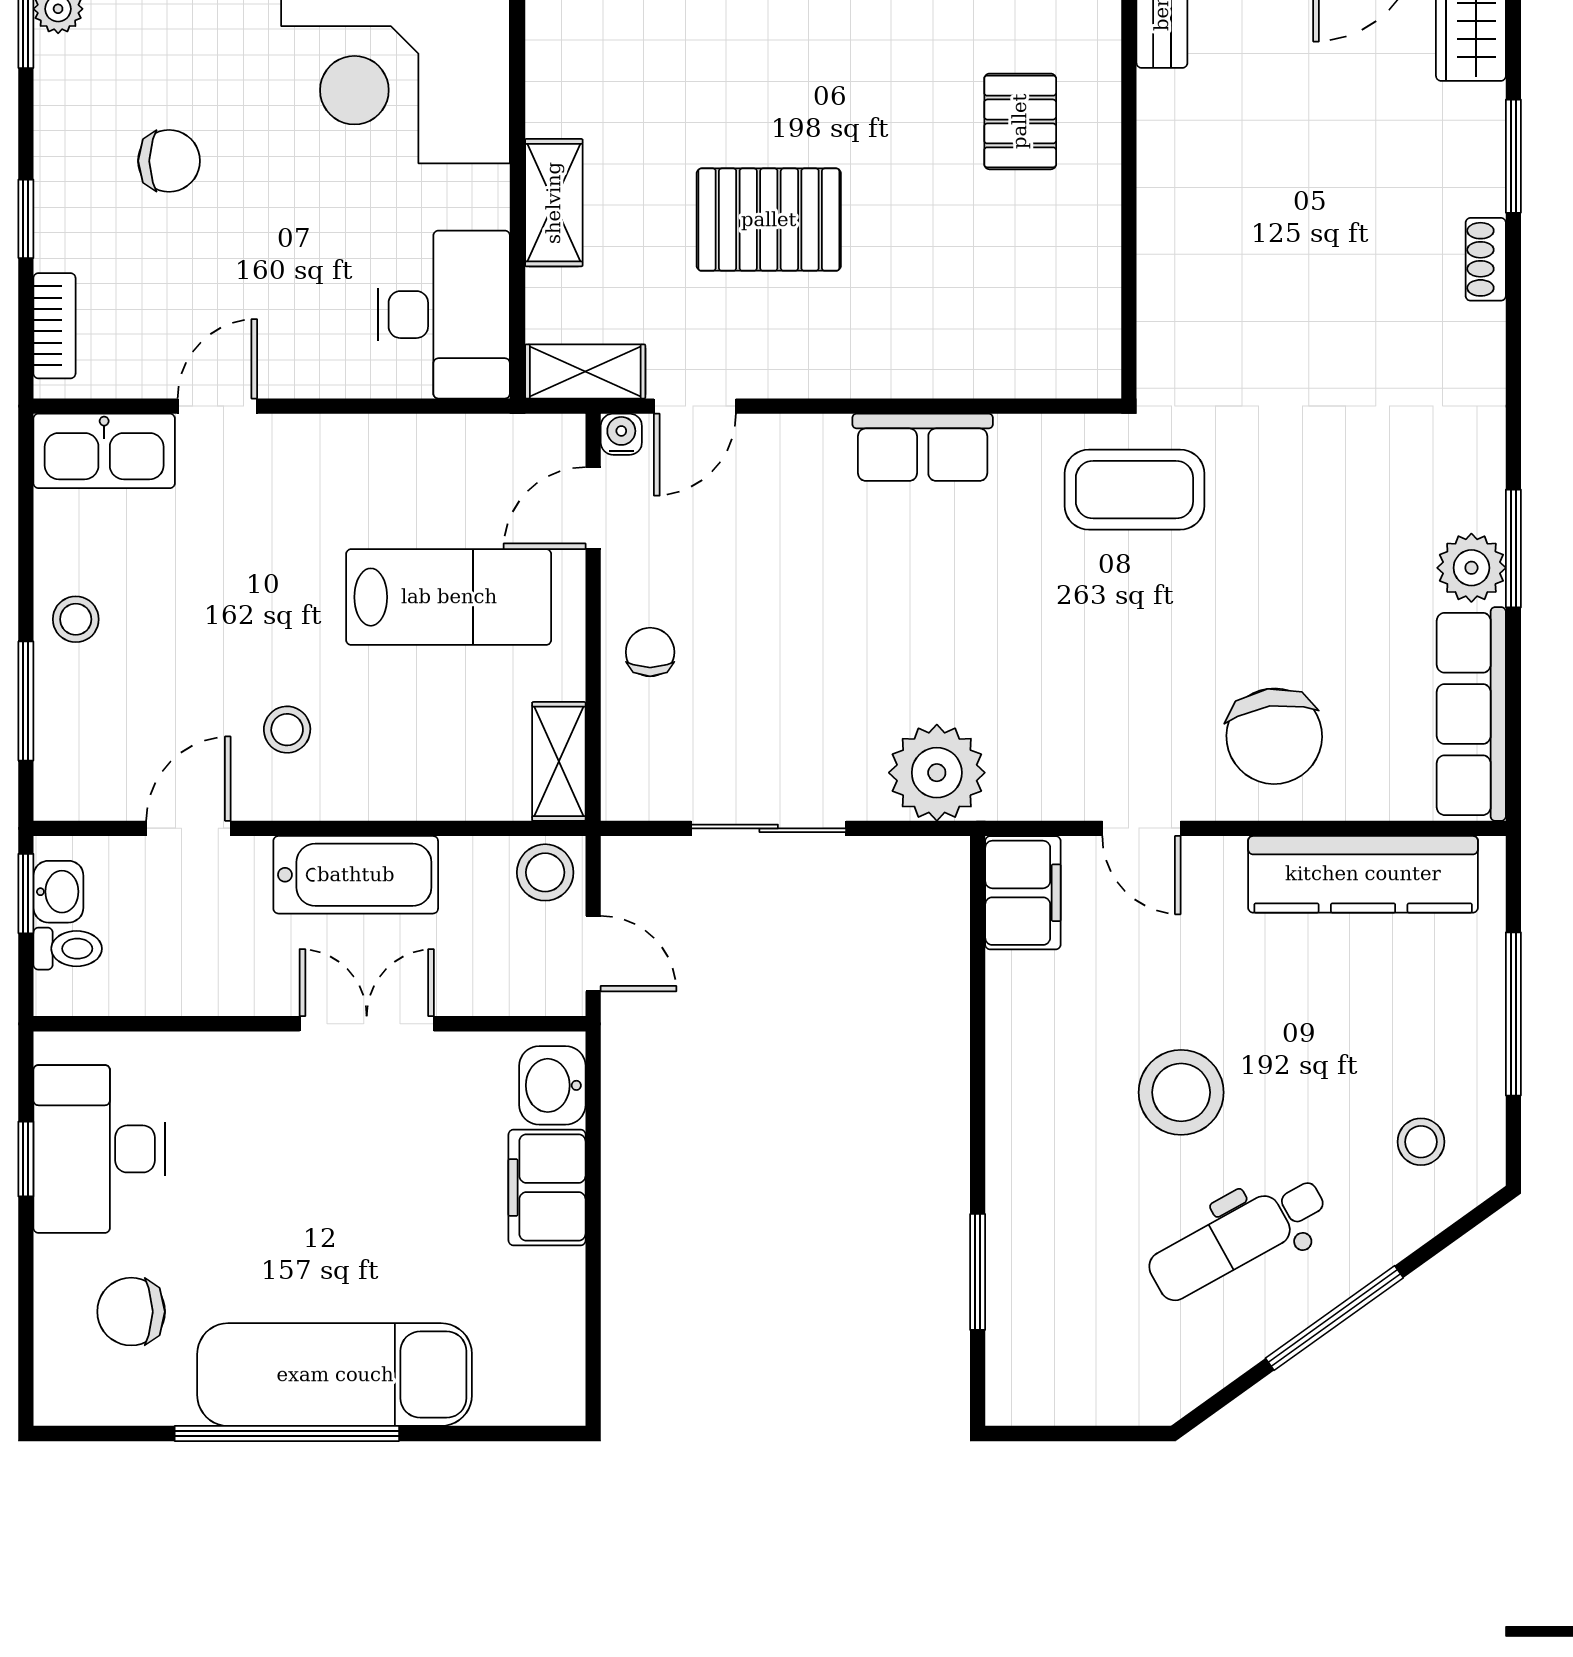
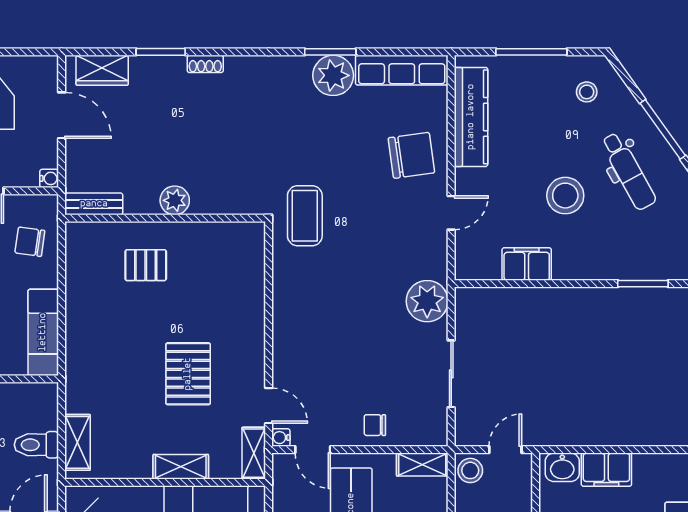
plant: (1170, 189) -> (175, 200), added
row of seats: (923, 447) -> (286, 307), removed
plant: (1471, 568) -> (333, 75), width x1.36, depth x1.36
filing cabinet: (1023, 893) -> (527, 264), moved

